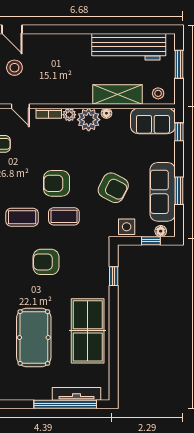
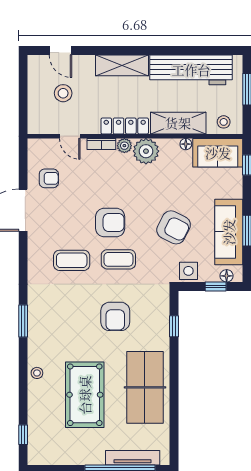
shelving: (67, 43) -> (122, 65), added
locker: (70, 97) -> (125, 126), added
floor lamp: (106, 113) -> (186, 144), moved
armchair: (57, 183) -> (110, 223), turned 180
armchair: (46, 262) -> (115, 316), moved, turned -90

